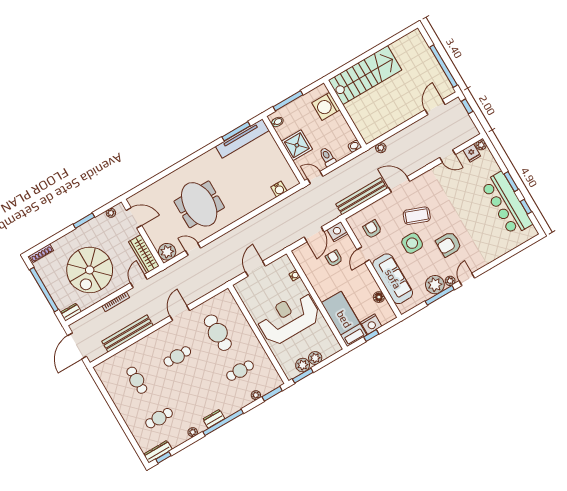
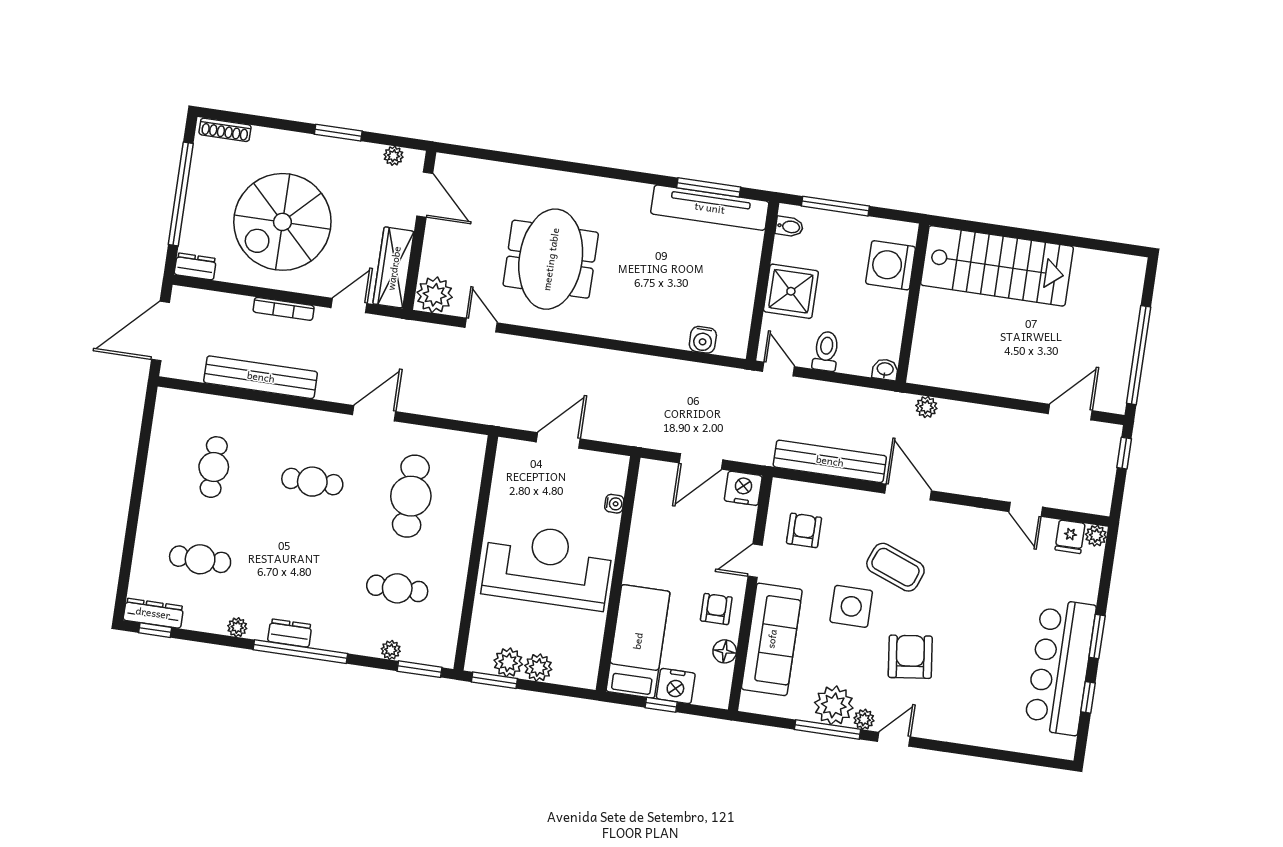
armchair: (449, 244) -> (910, 657), turned 83
armchair: (334, 259) -> (716, 609), moved

